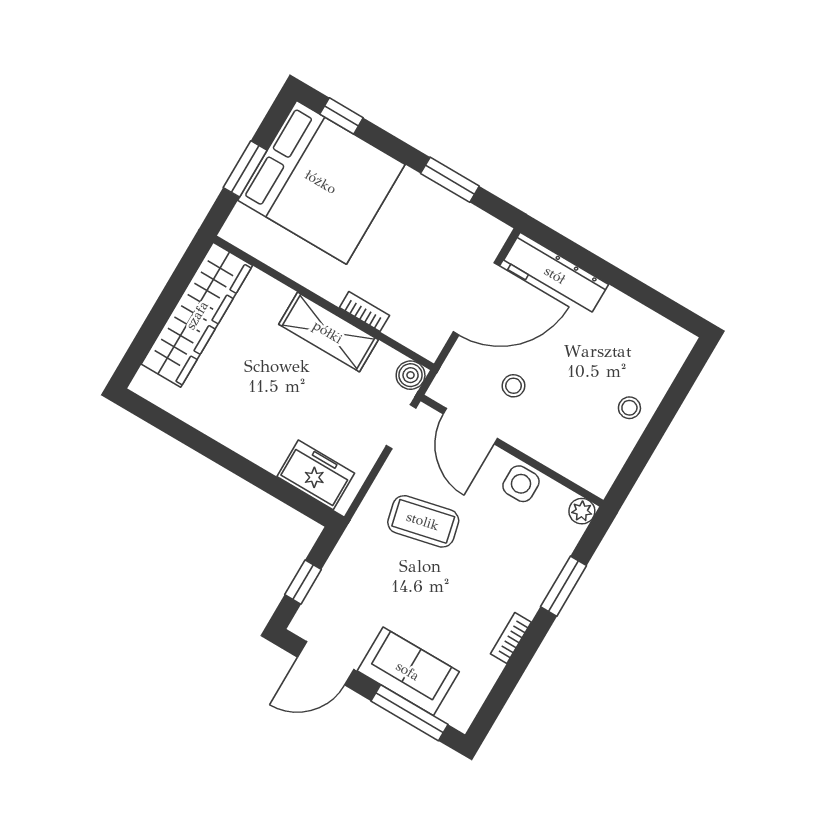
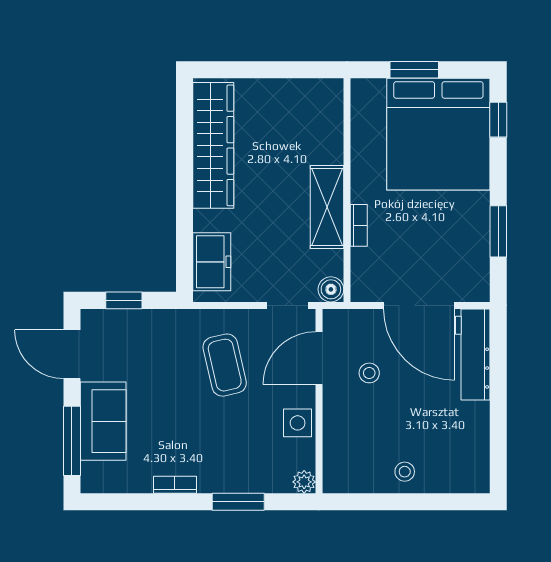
wardrobe: (197, 315) -> (213, 145), moved, turned -90

